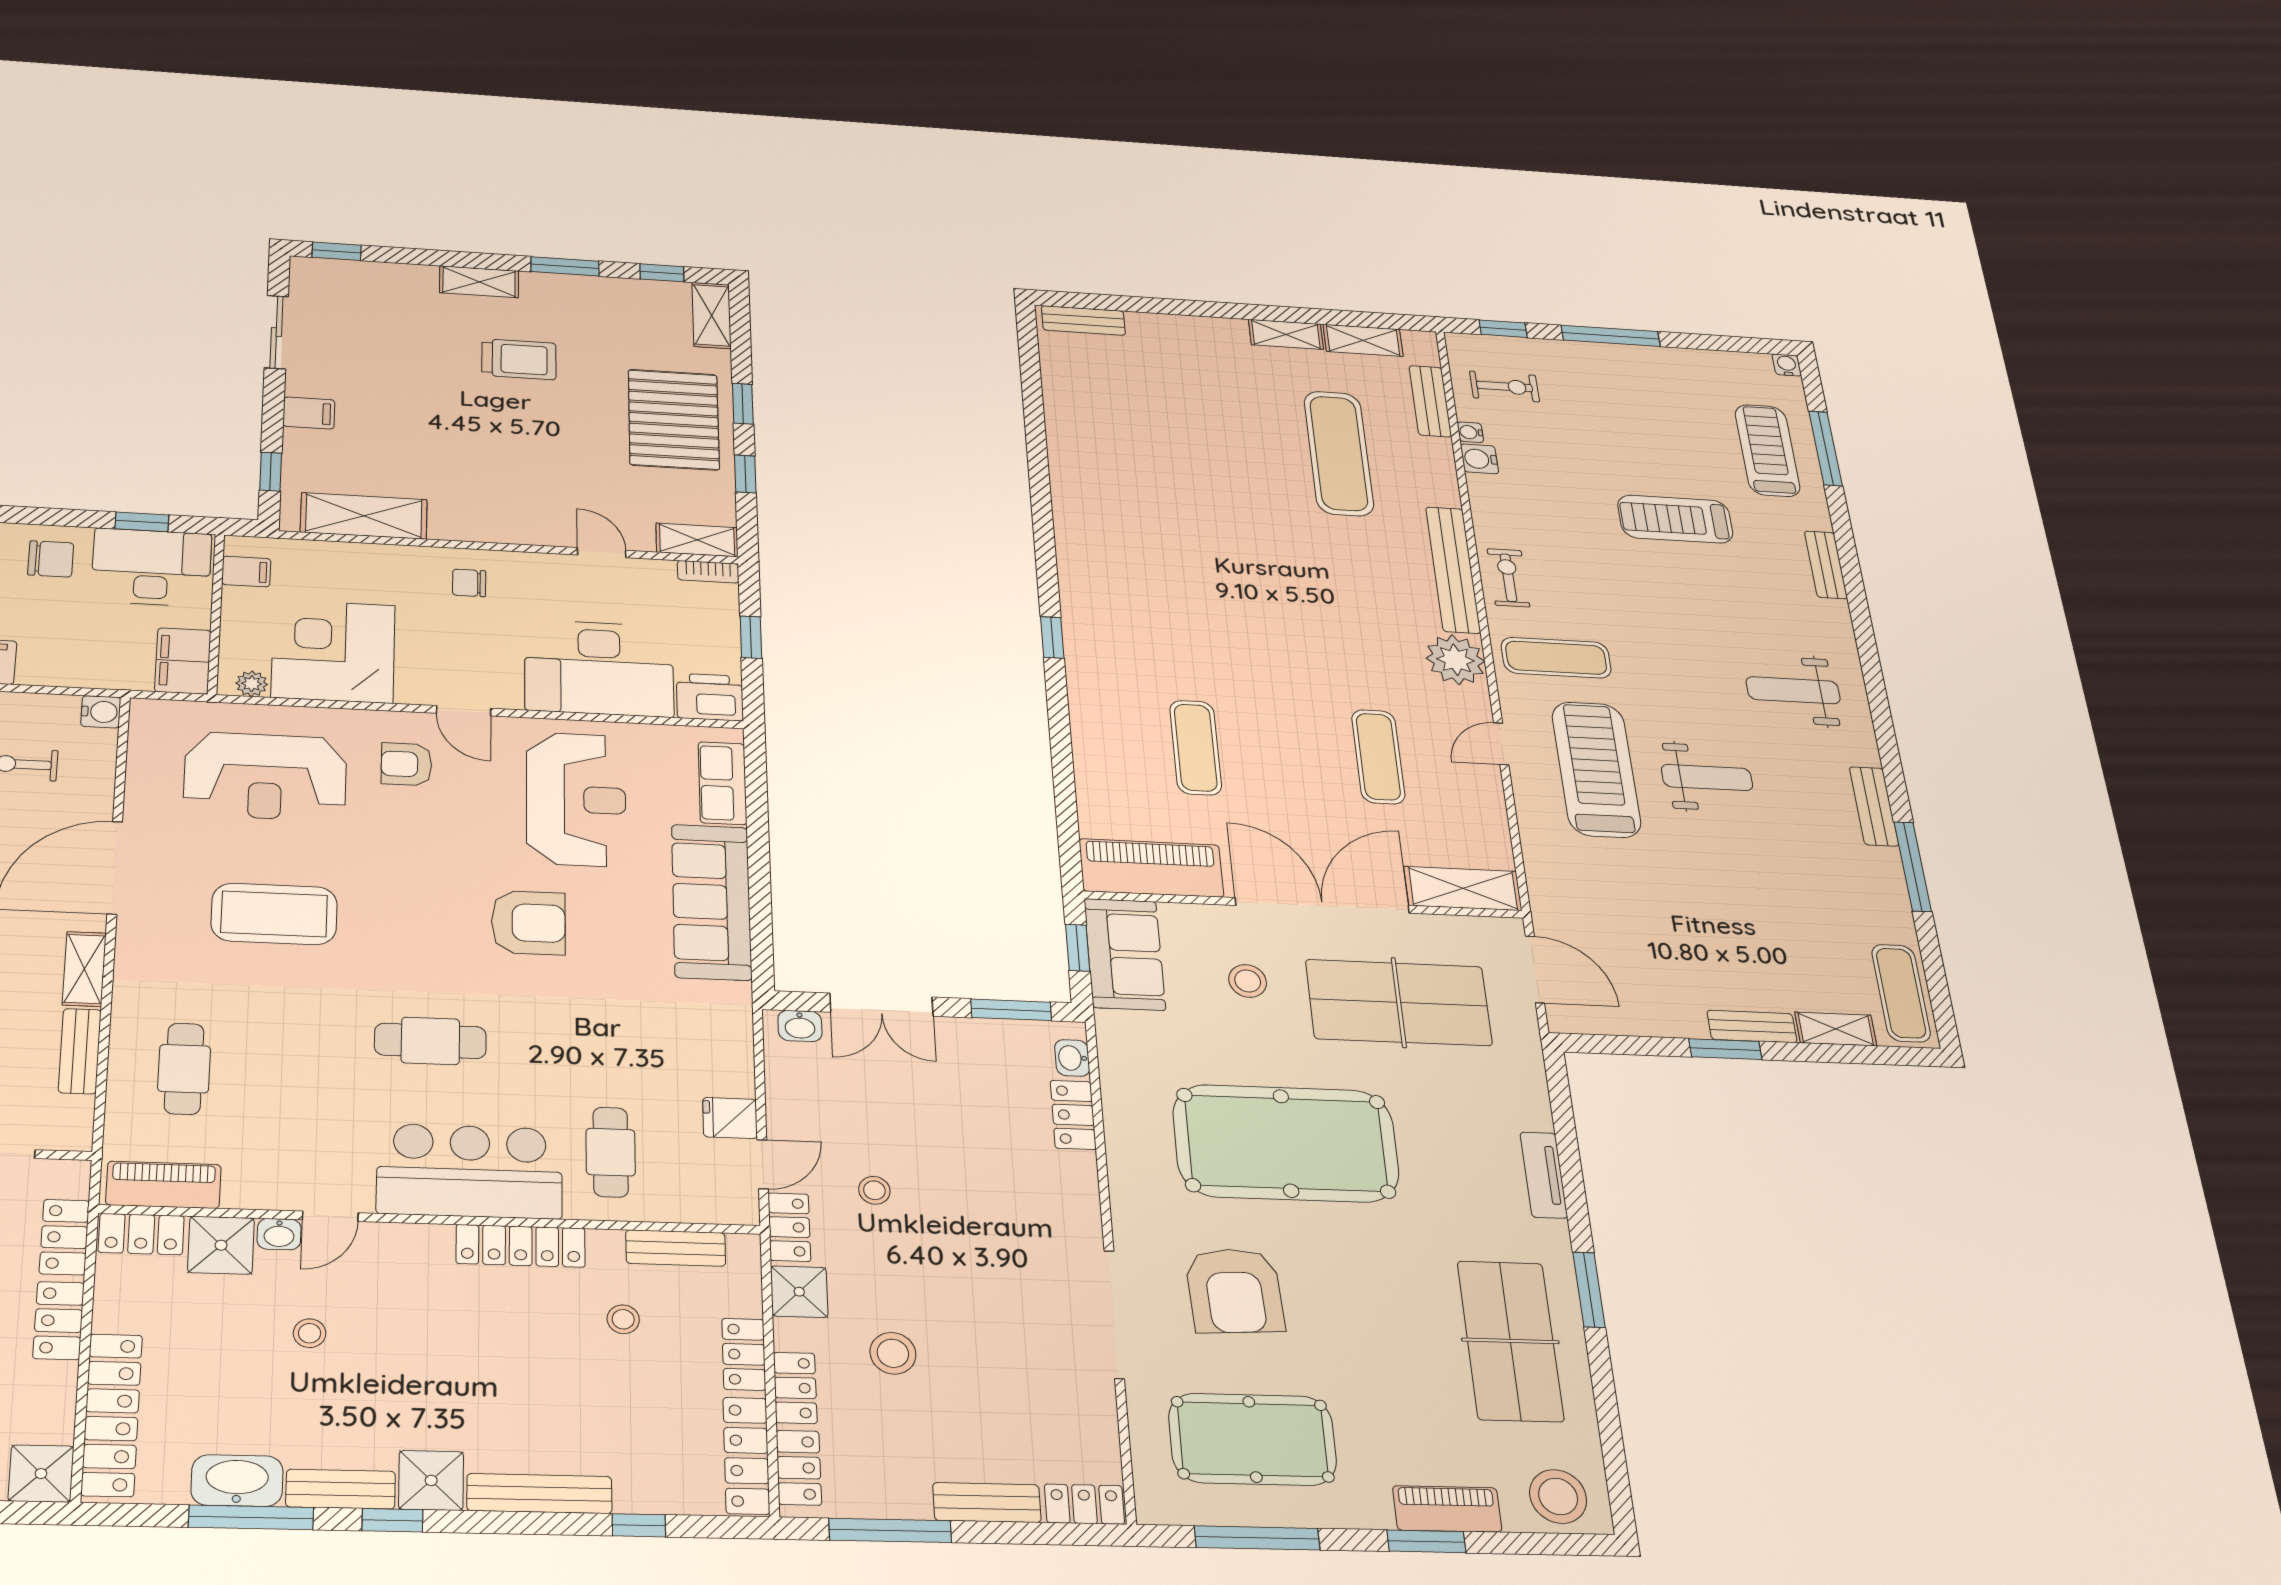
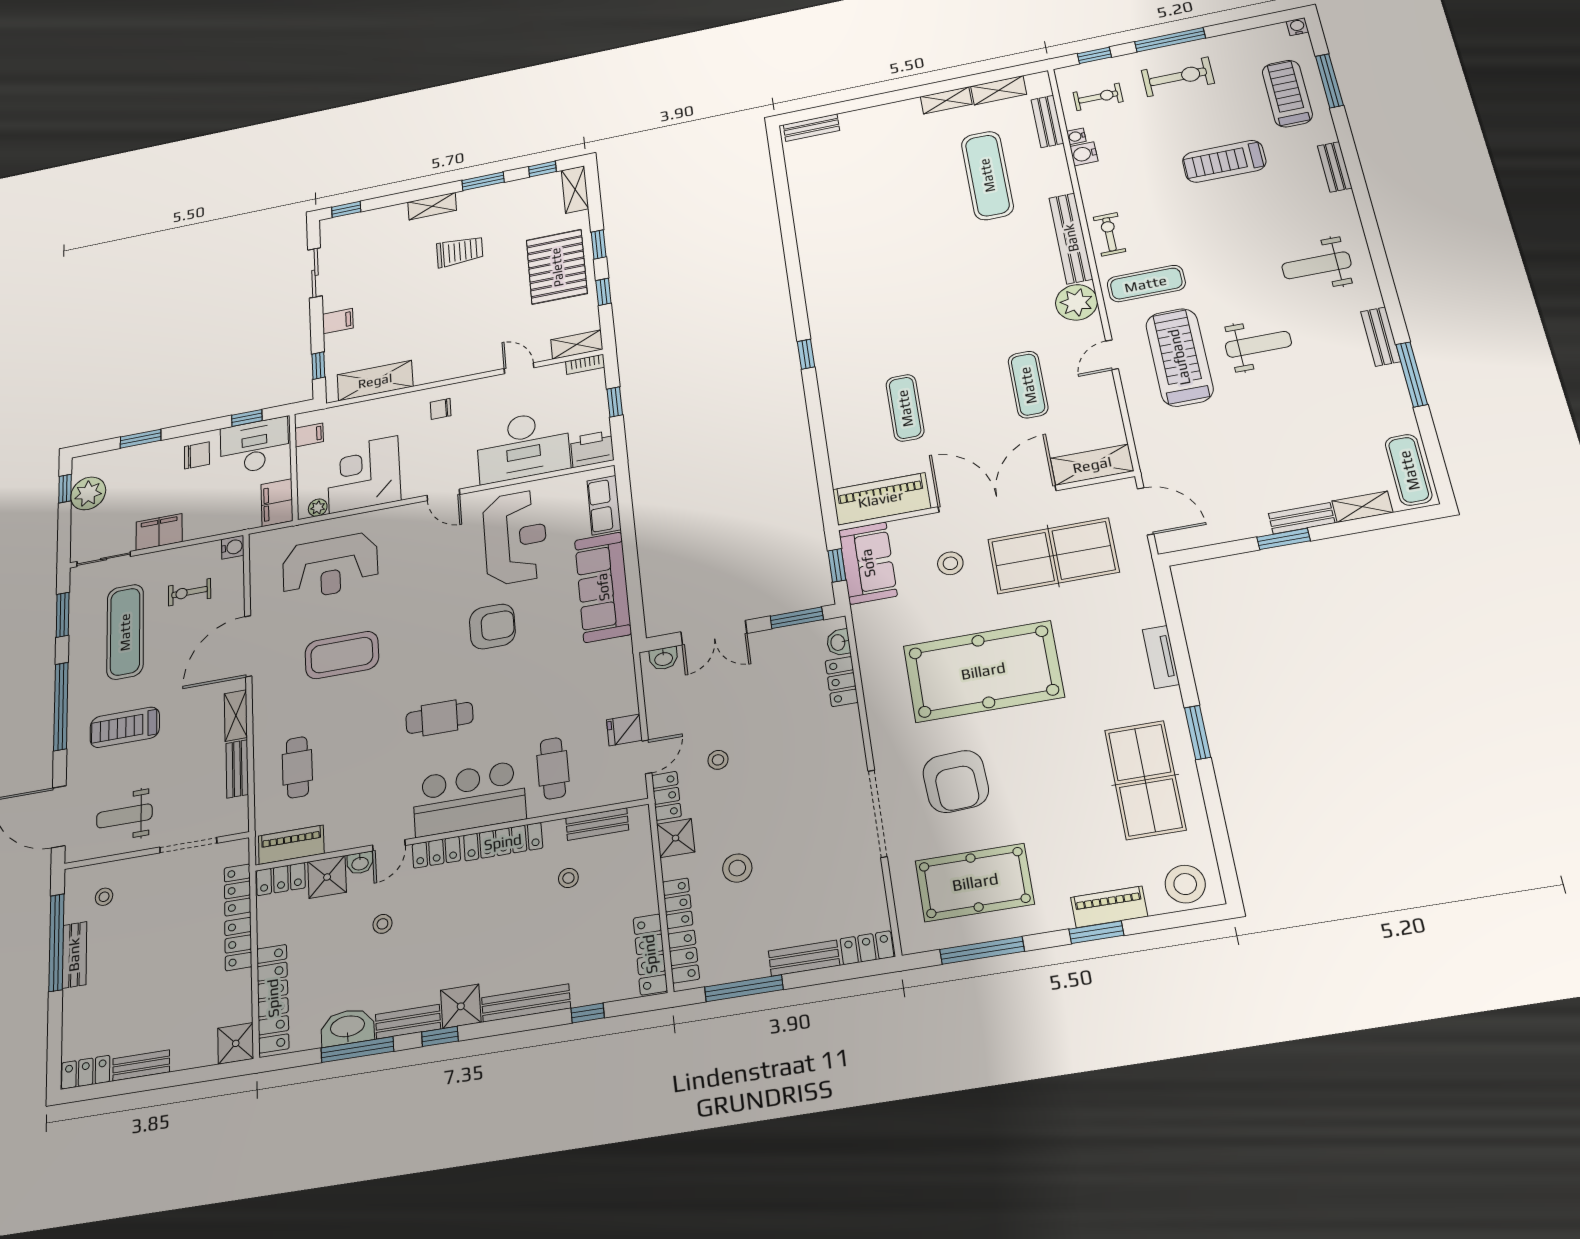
exercise bike: (1618, 389) -> (1178, 77), added
armchair: (407, 764) -> (412, 538), removed
locker: (744, 1354) -> (436, 852), moved, turned -90

